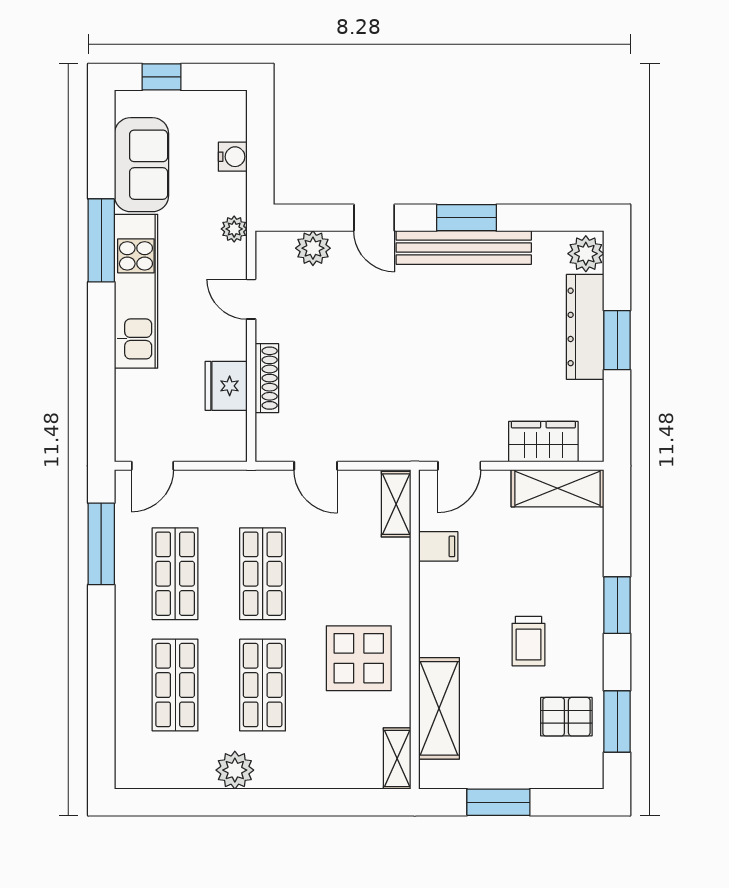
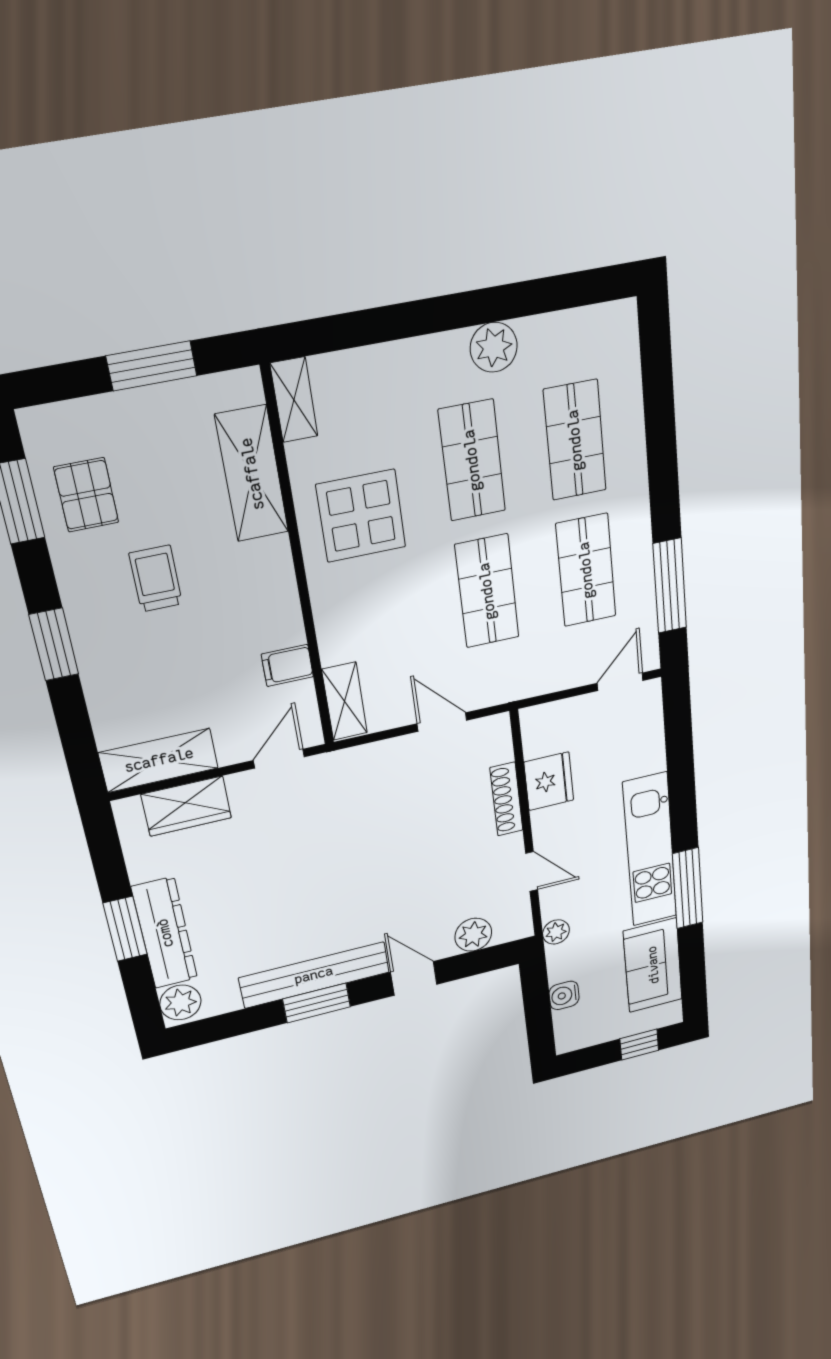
pallet: (566, 717) -> (86, 495), turned 90

